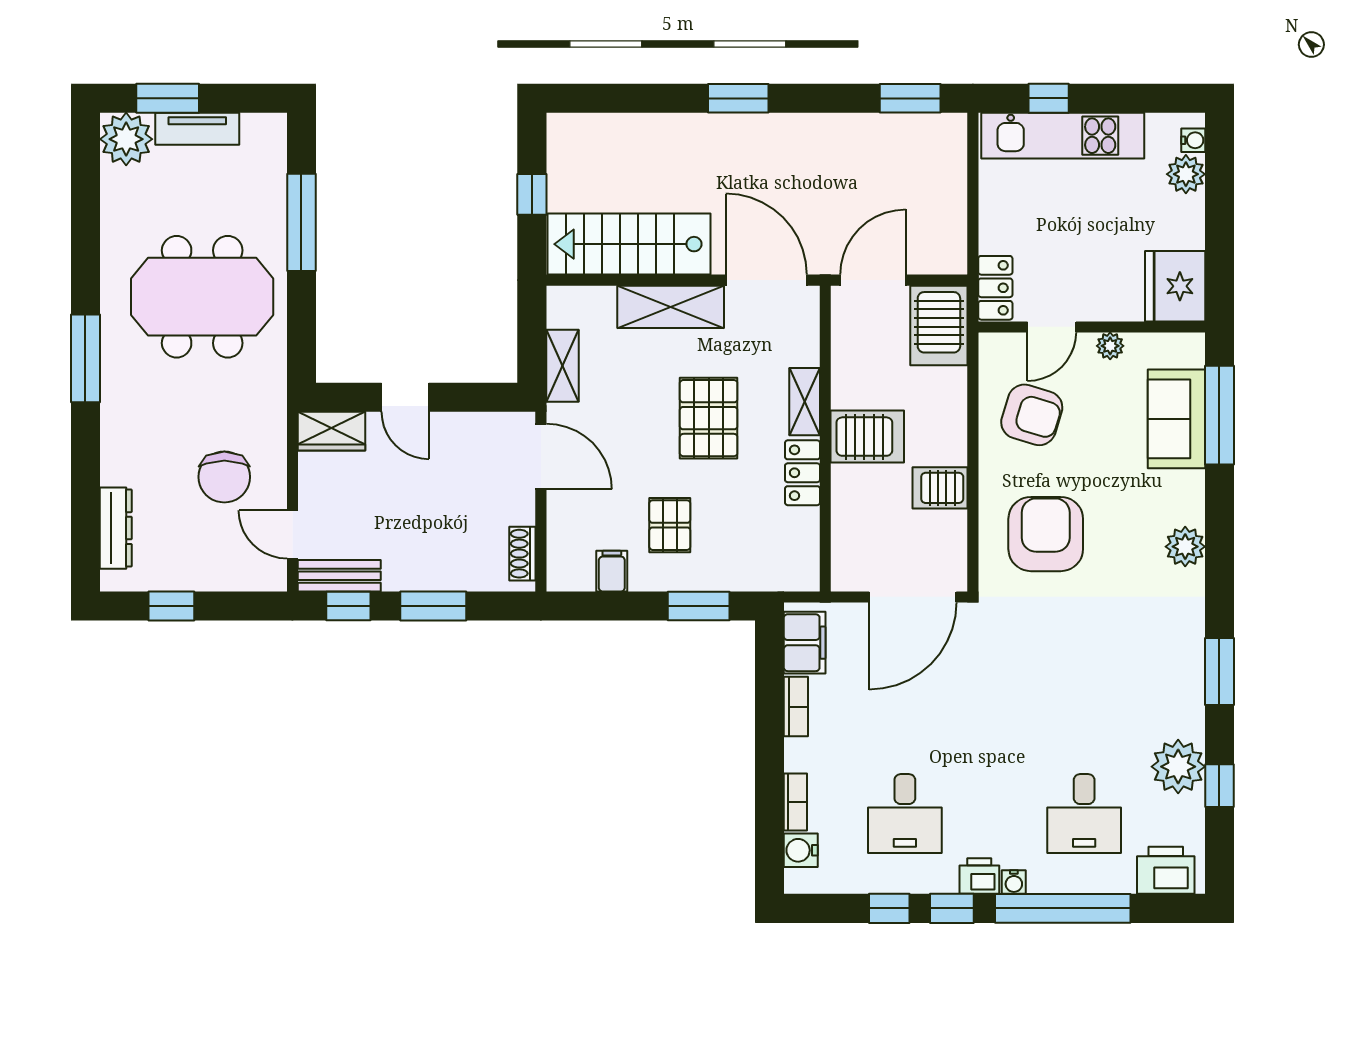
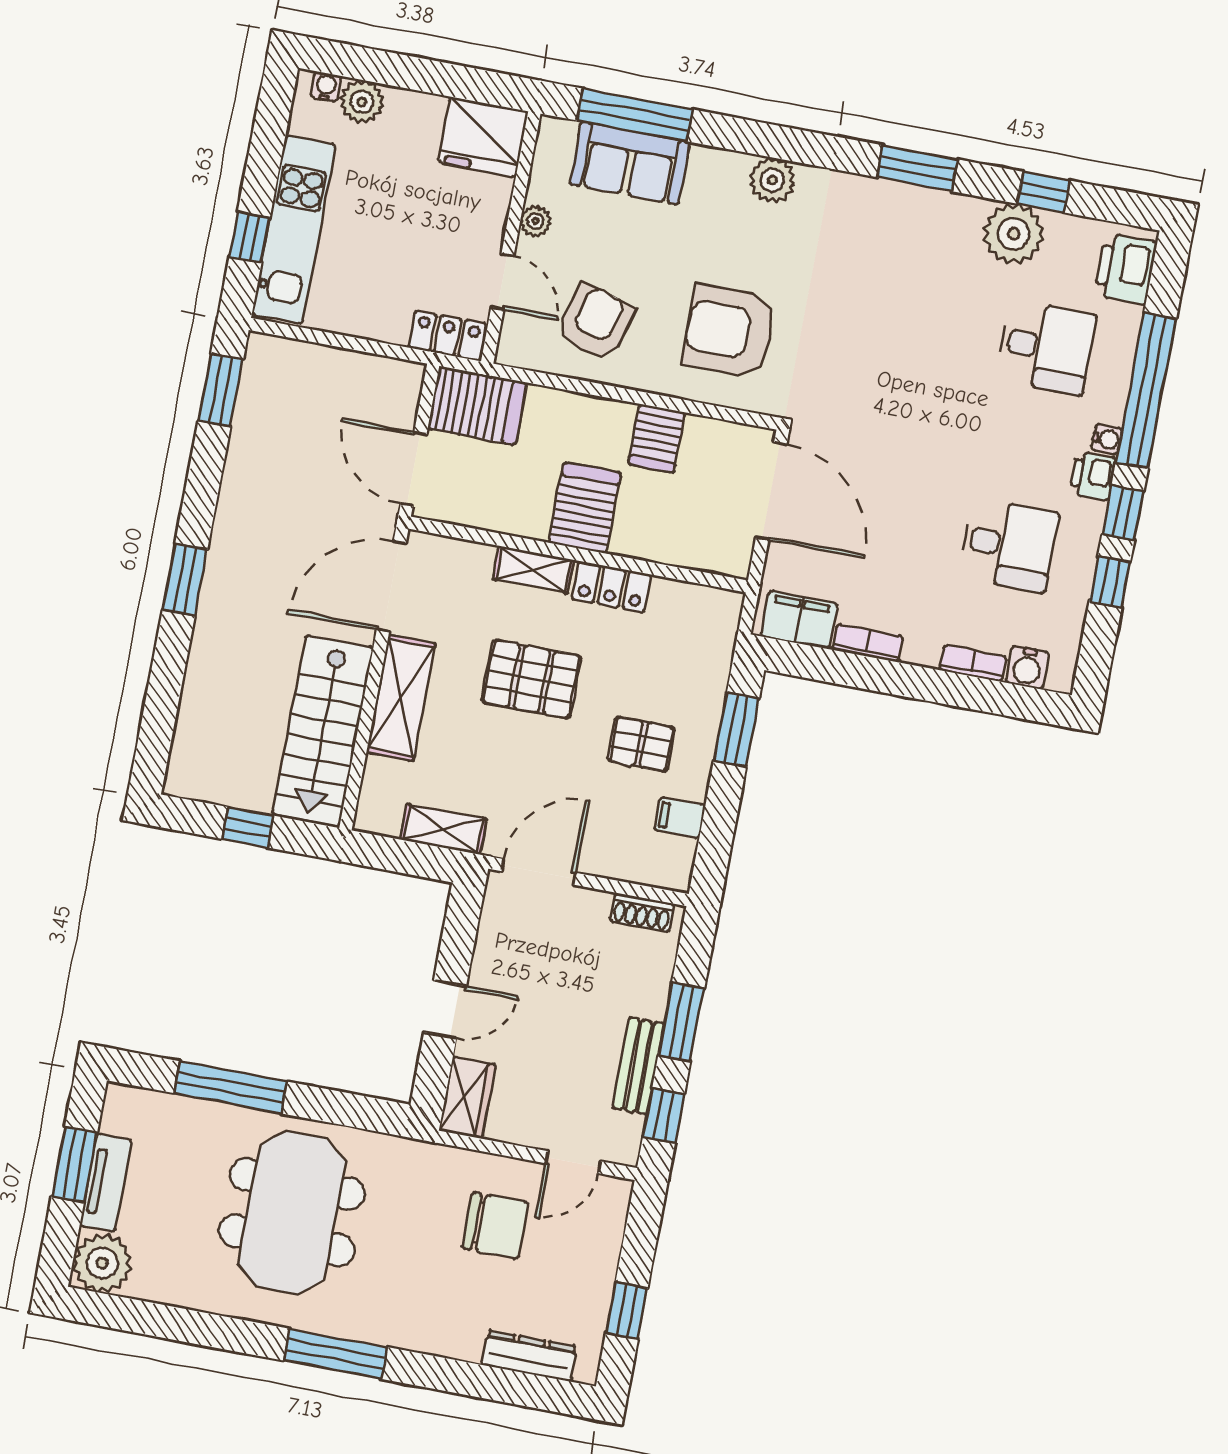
window: (168, 98) -> (74, 1165), moved
bench: (339, 576) -> (638, 1066), moved

